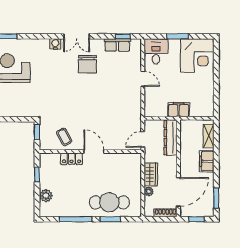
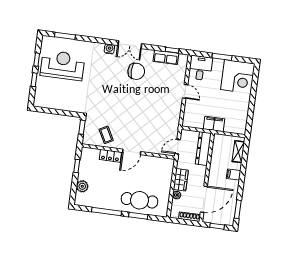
chair: (87, 64) -> (136, 71), turned -90
door: (94, 152) -> (132, 152), swing flipped
filing cabinet: (207, 161) -> (233, 175), width x0.50

